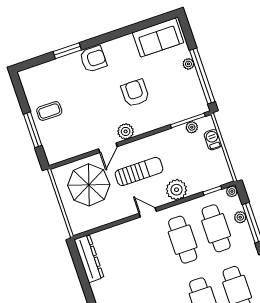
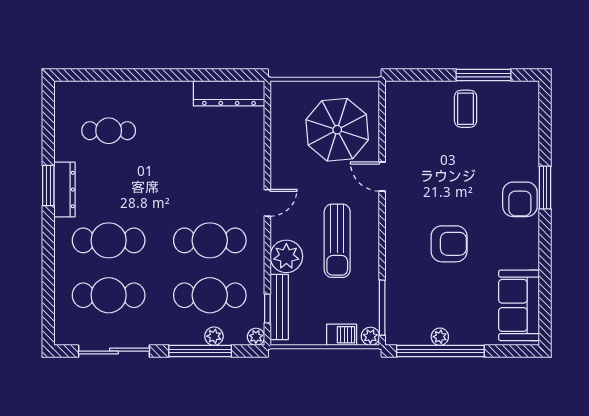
window: (67, 51) -> (545, 188), moved
plant: (188, 64) -> (440, 337), moved
plant: (192, 127) -> (370, 336), moved
window: (33, 130) -> (483, 75), moved
plant: (126, 131) -> (397, 211), removed
sun lounger: (139, 171) -> (337, 241), moved
bench: (209, 184) -> (279, 307), added

